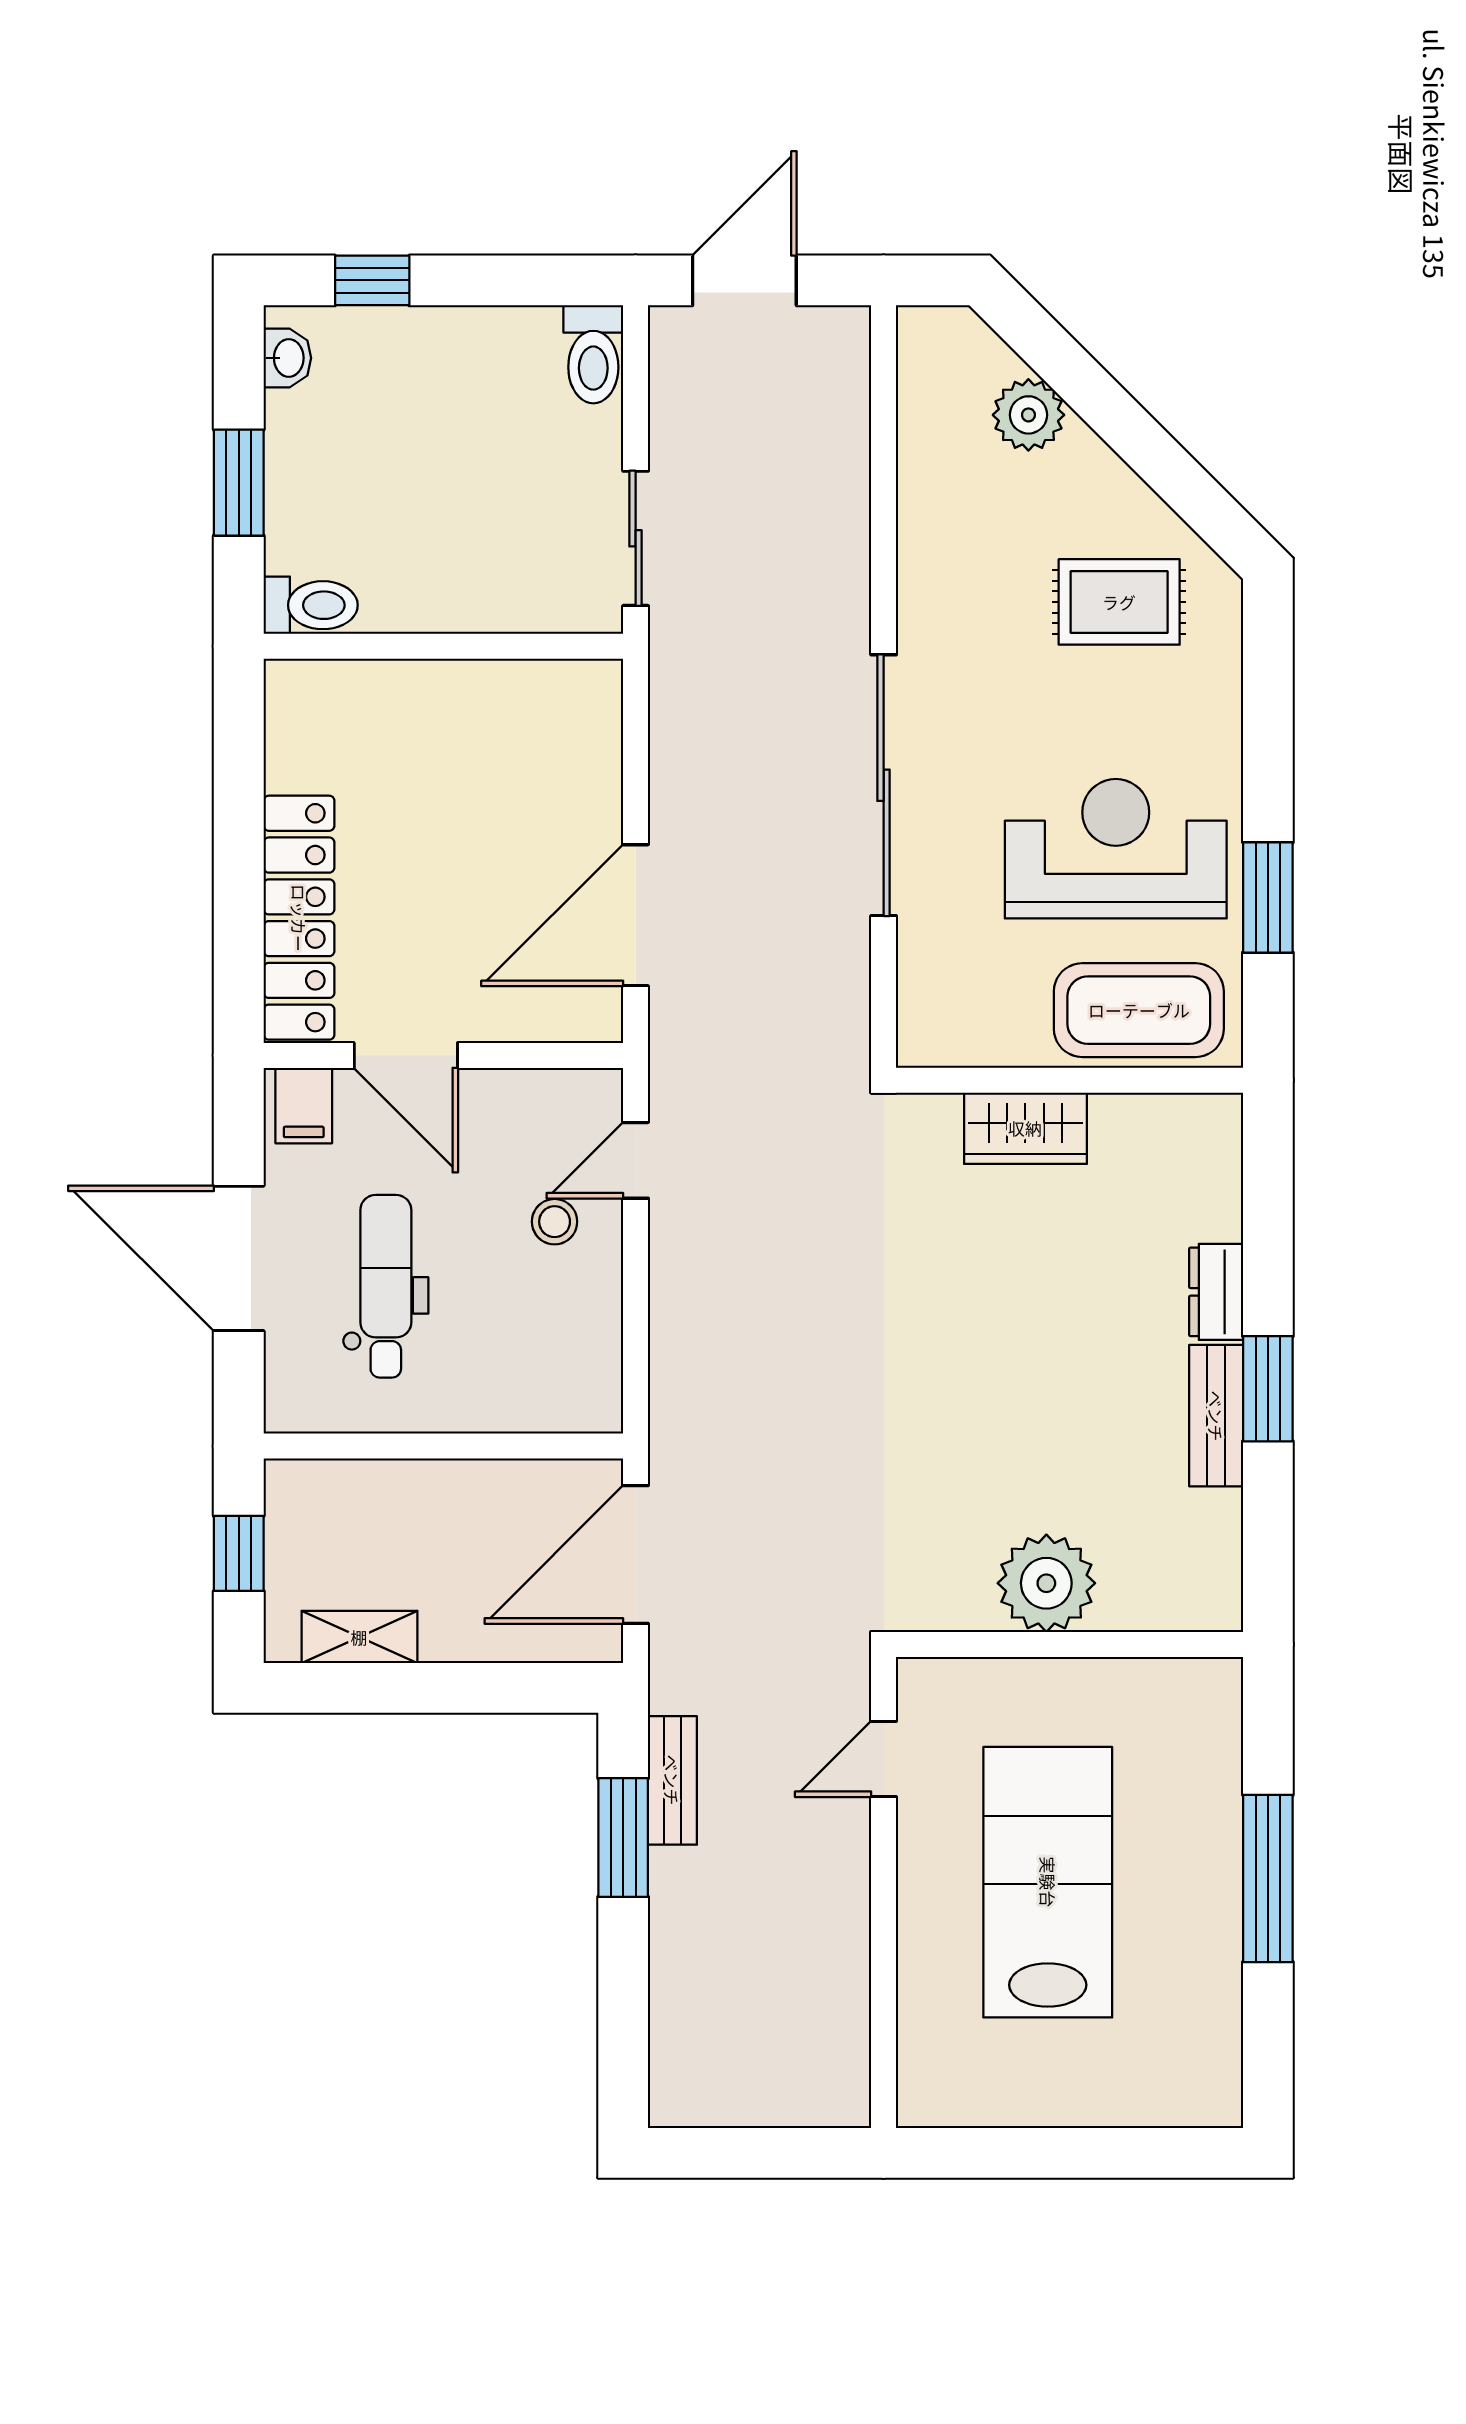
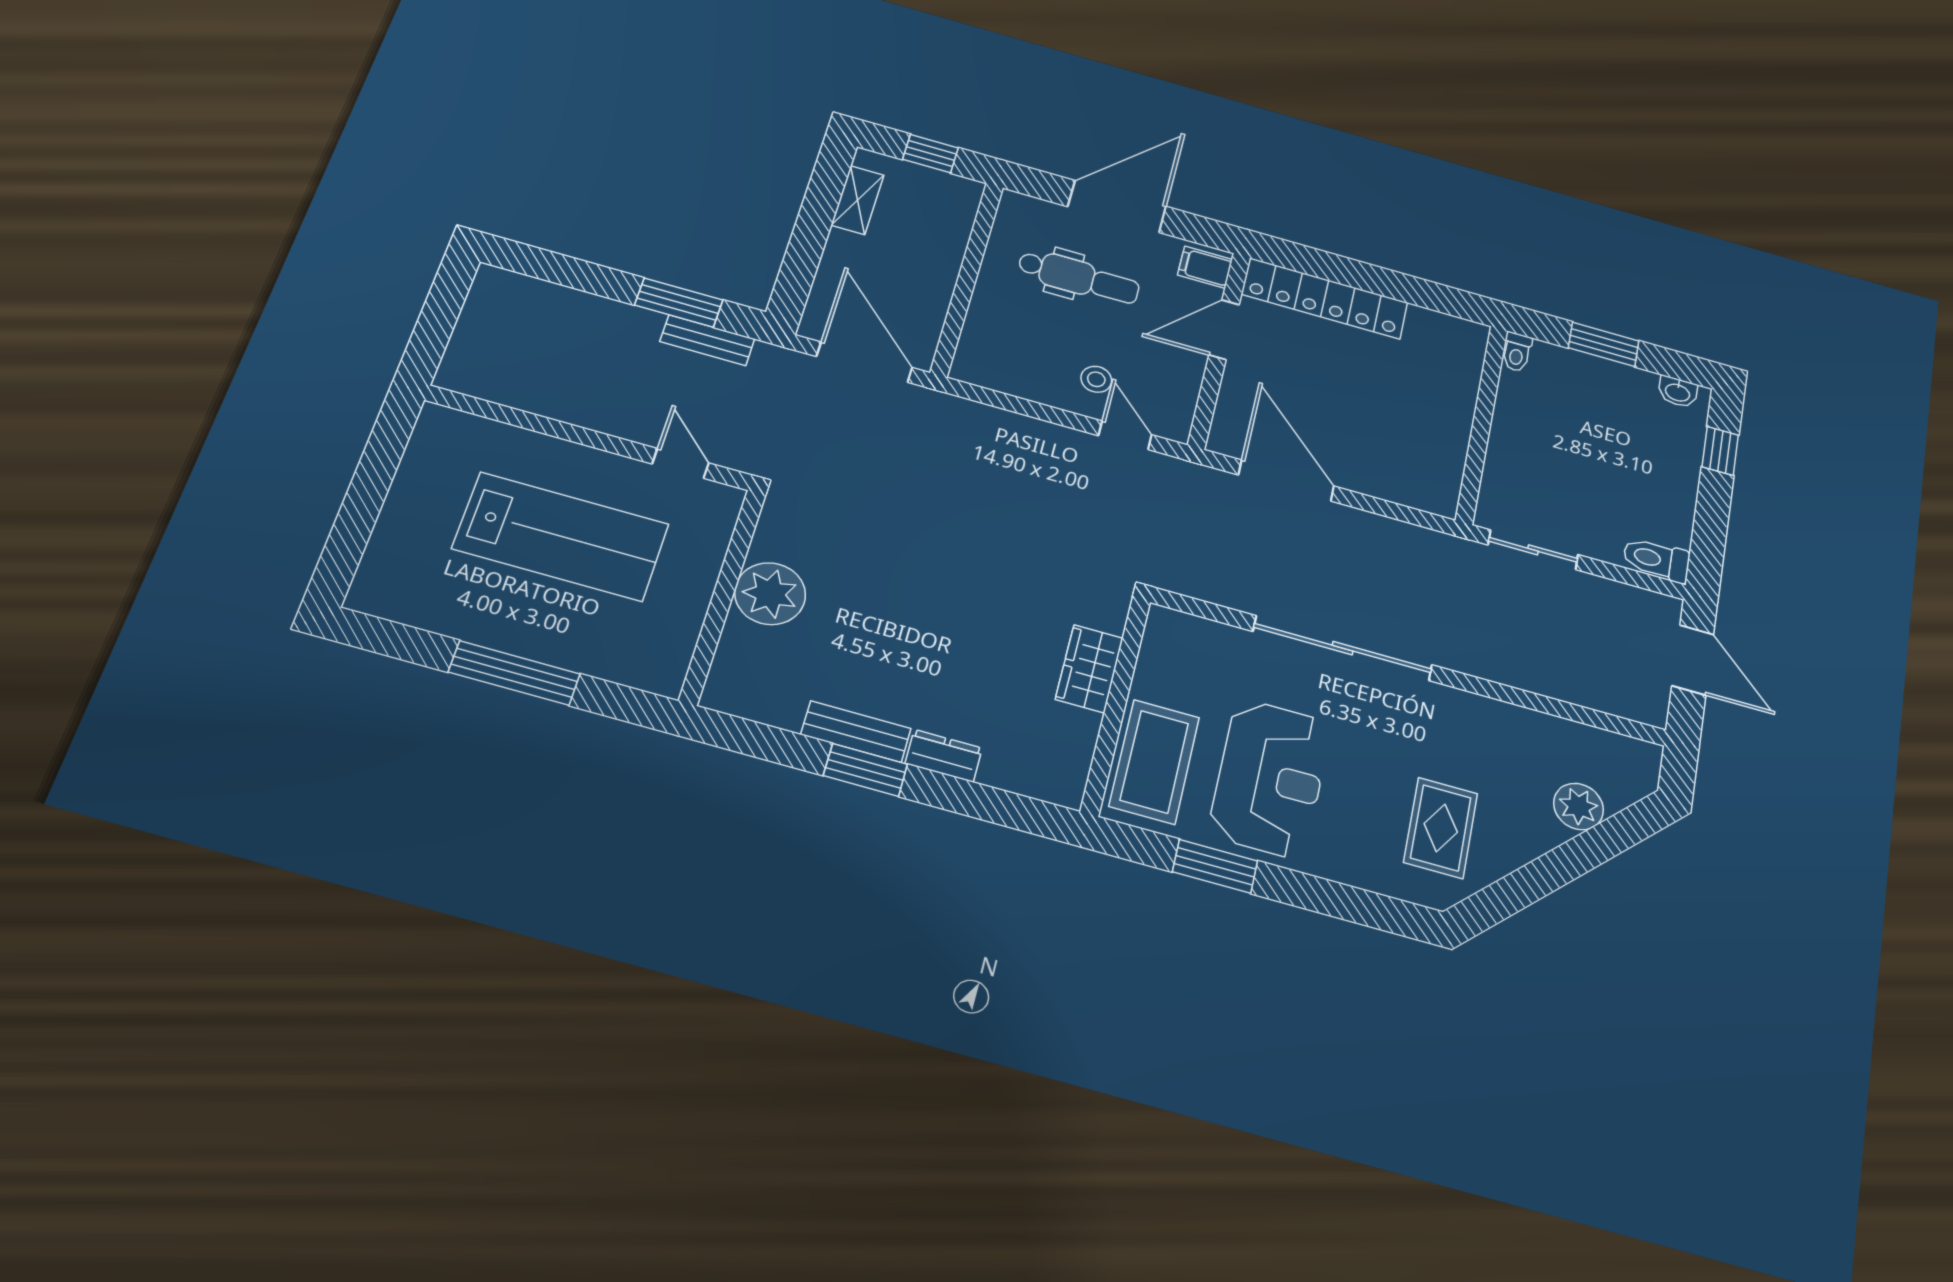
toilet: (311, 605) -> (1517, 352), width x0.73, depth x0.72

